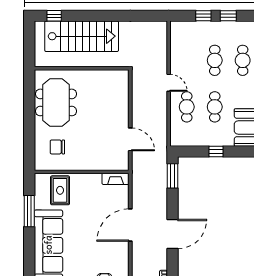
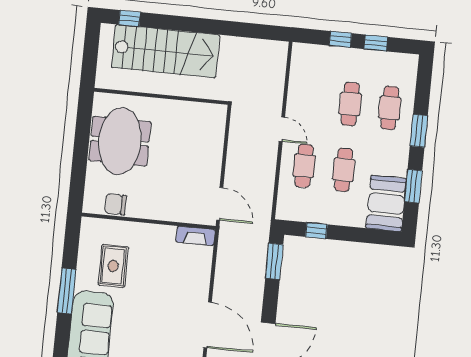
window: (216, 151) -> (316, 231), moved
wall: (82, 172) -> (149, 221), moved
fireplace: (116, 179) -> (196, 236), moved
door: (130, 225) -> (208, 325), swing flipped

